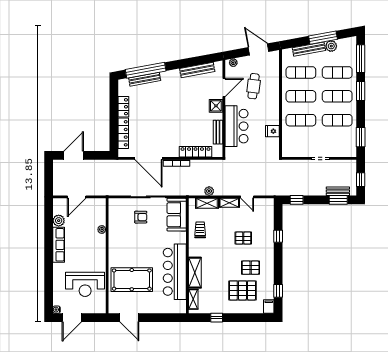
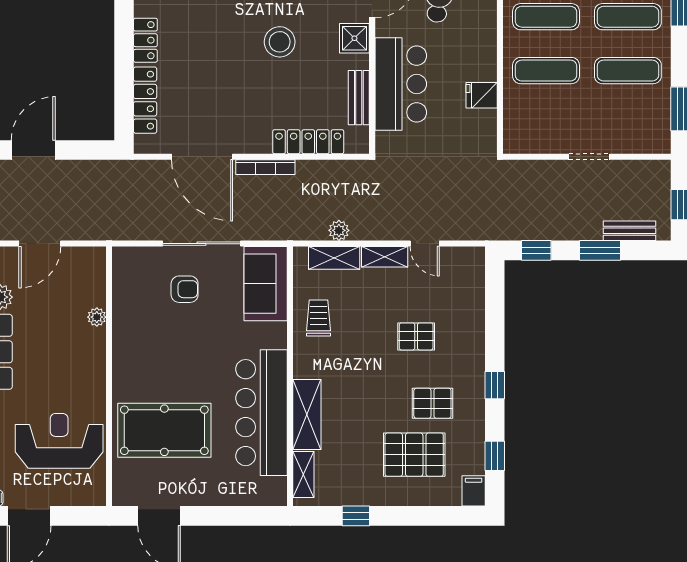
stool: (183, 107) -> (280, 42), added
window: (338, 200) -> (600, 250), moved
window: (278, 236) -> (495, 385), moved
reception desk: (85, 284) -> (59, 441), turned 180

